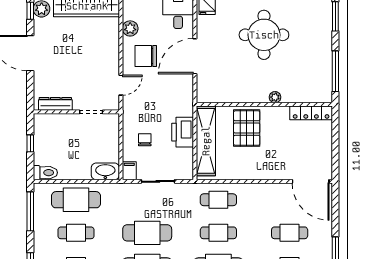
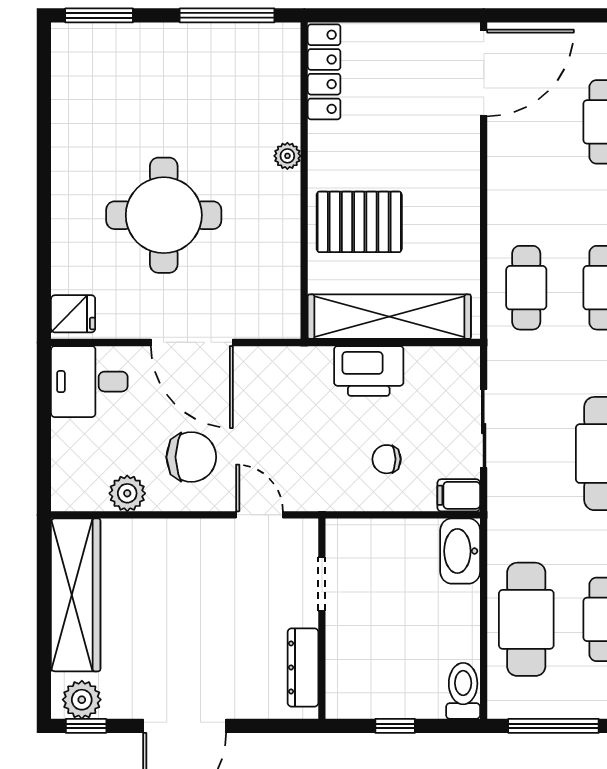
round table: (264, 35) -> (164, 215), moved
chair: (146, 56) -> (191, 457), turned -90

